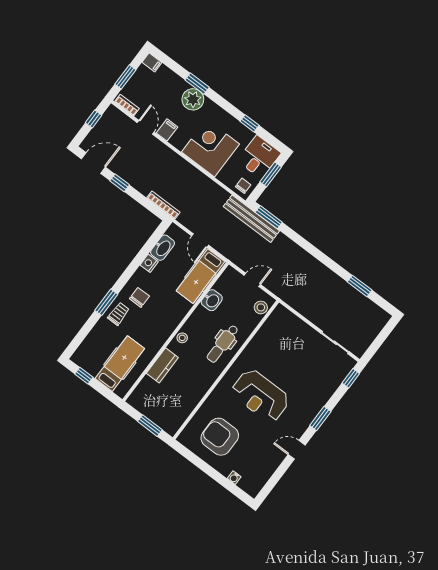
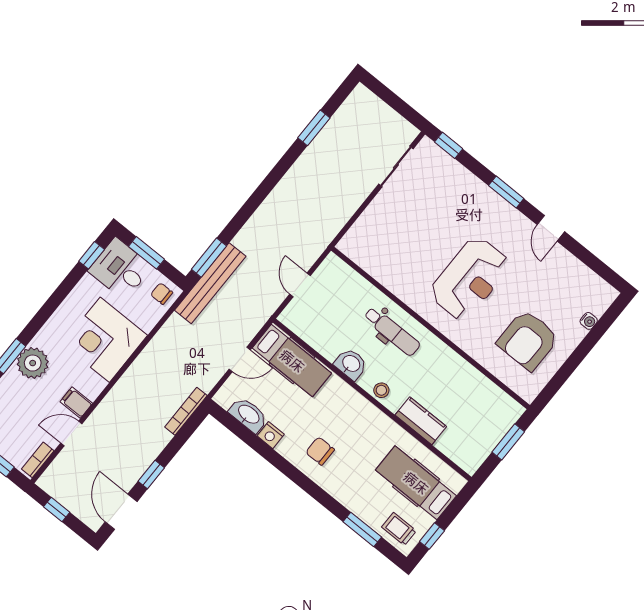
window: (250, 123) -> (92, 255), moved
washbasin: (212, 300) -> (351, 364), moved
window: (106, 302) -> (362, 529), moved
stool: (261, 307) -> (341, 274), removed
trolley: (118, 314) -> (399, 529), moved

